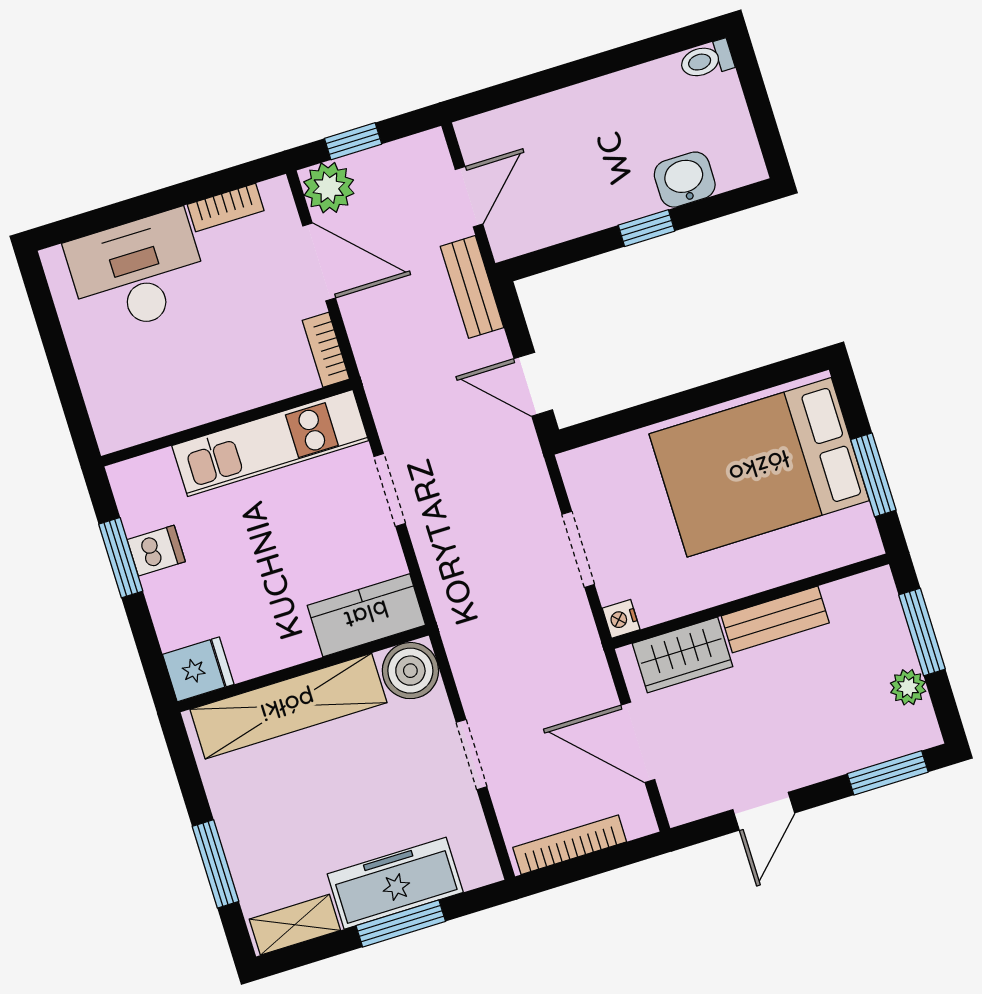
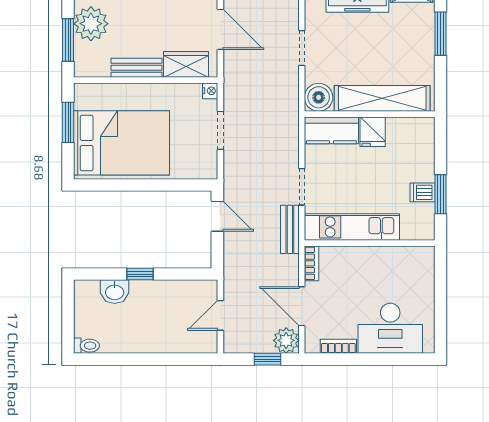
bench: (472, 287) -> (290, 229), moved
fridge: (198, 669) -> (373, 132), moved, turned -90
plant: (908, 687) -> (91, 24), width x1.88, depth x1.88

